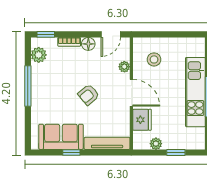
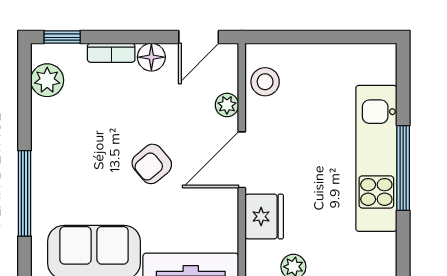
stool: (154, 59) -> (265, 82), moved
window: (28, 86) -> (24, 193), moved
door: (131, 93) -> (242, 160), swing flipped

